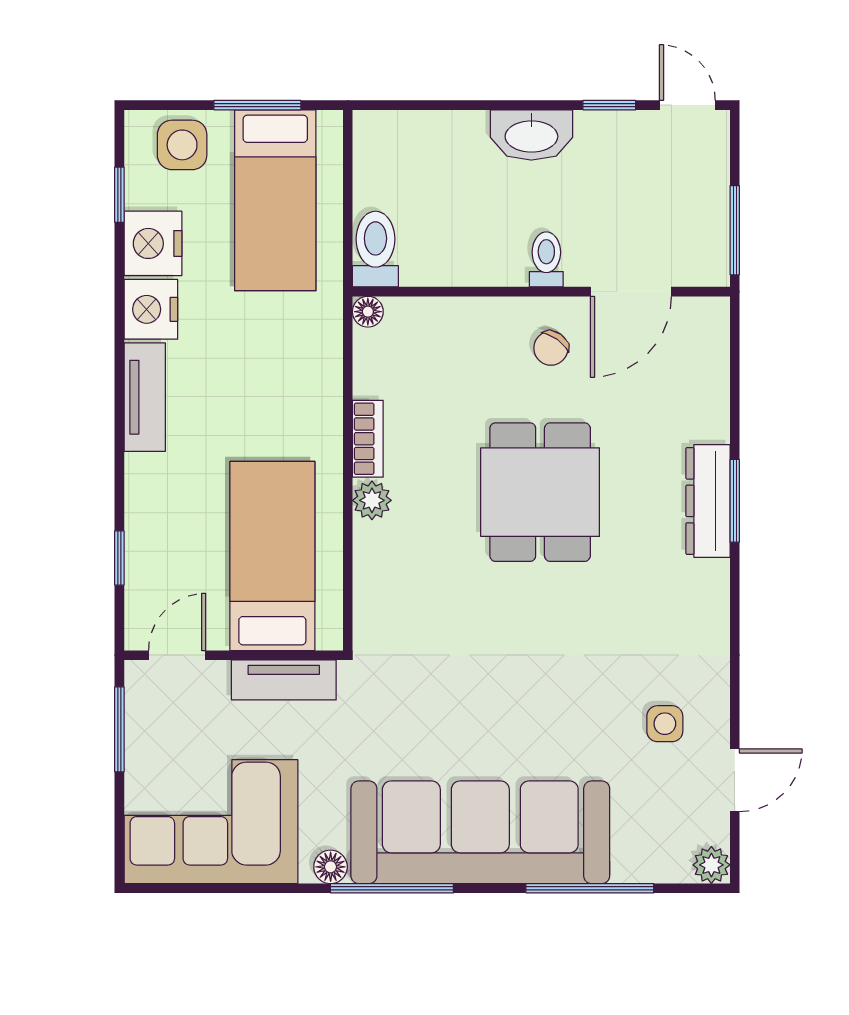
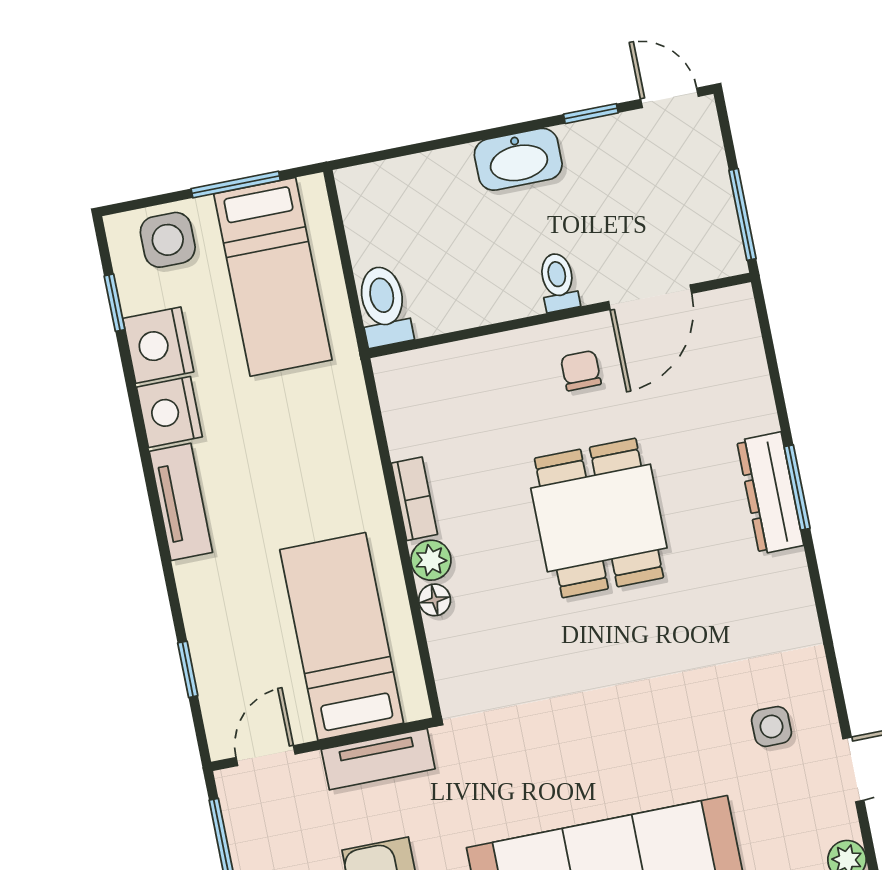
floor lamp: (368, 312) -> (435, 600), moved
chair: (551, 348) -> (581, 371), turned 144

